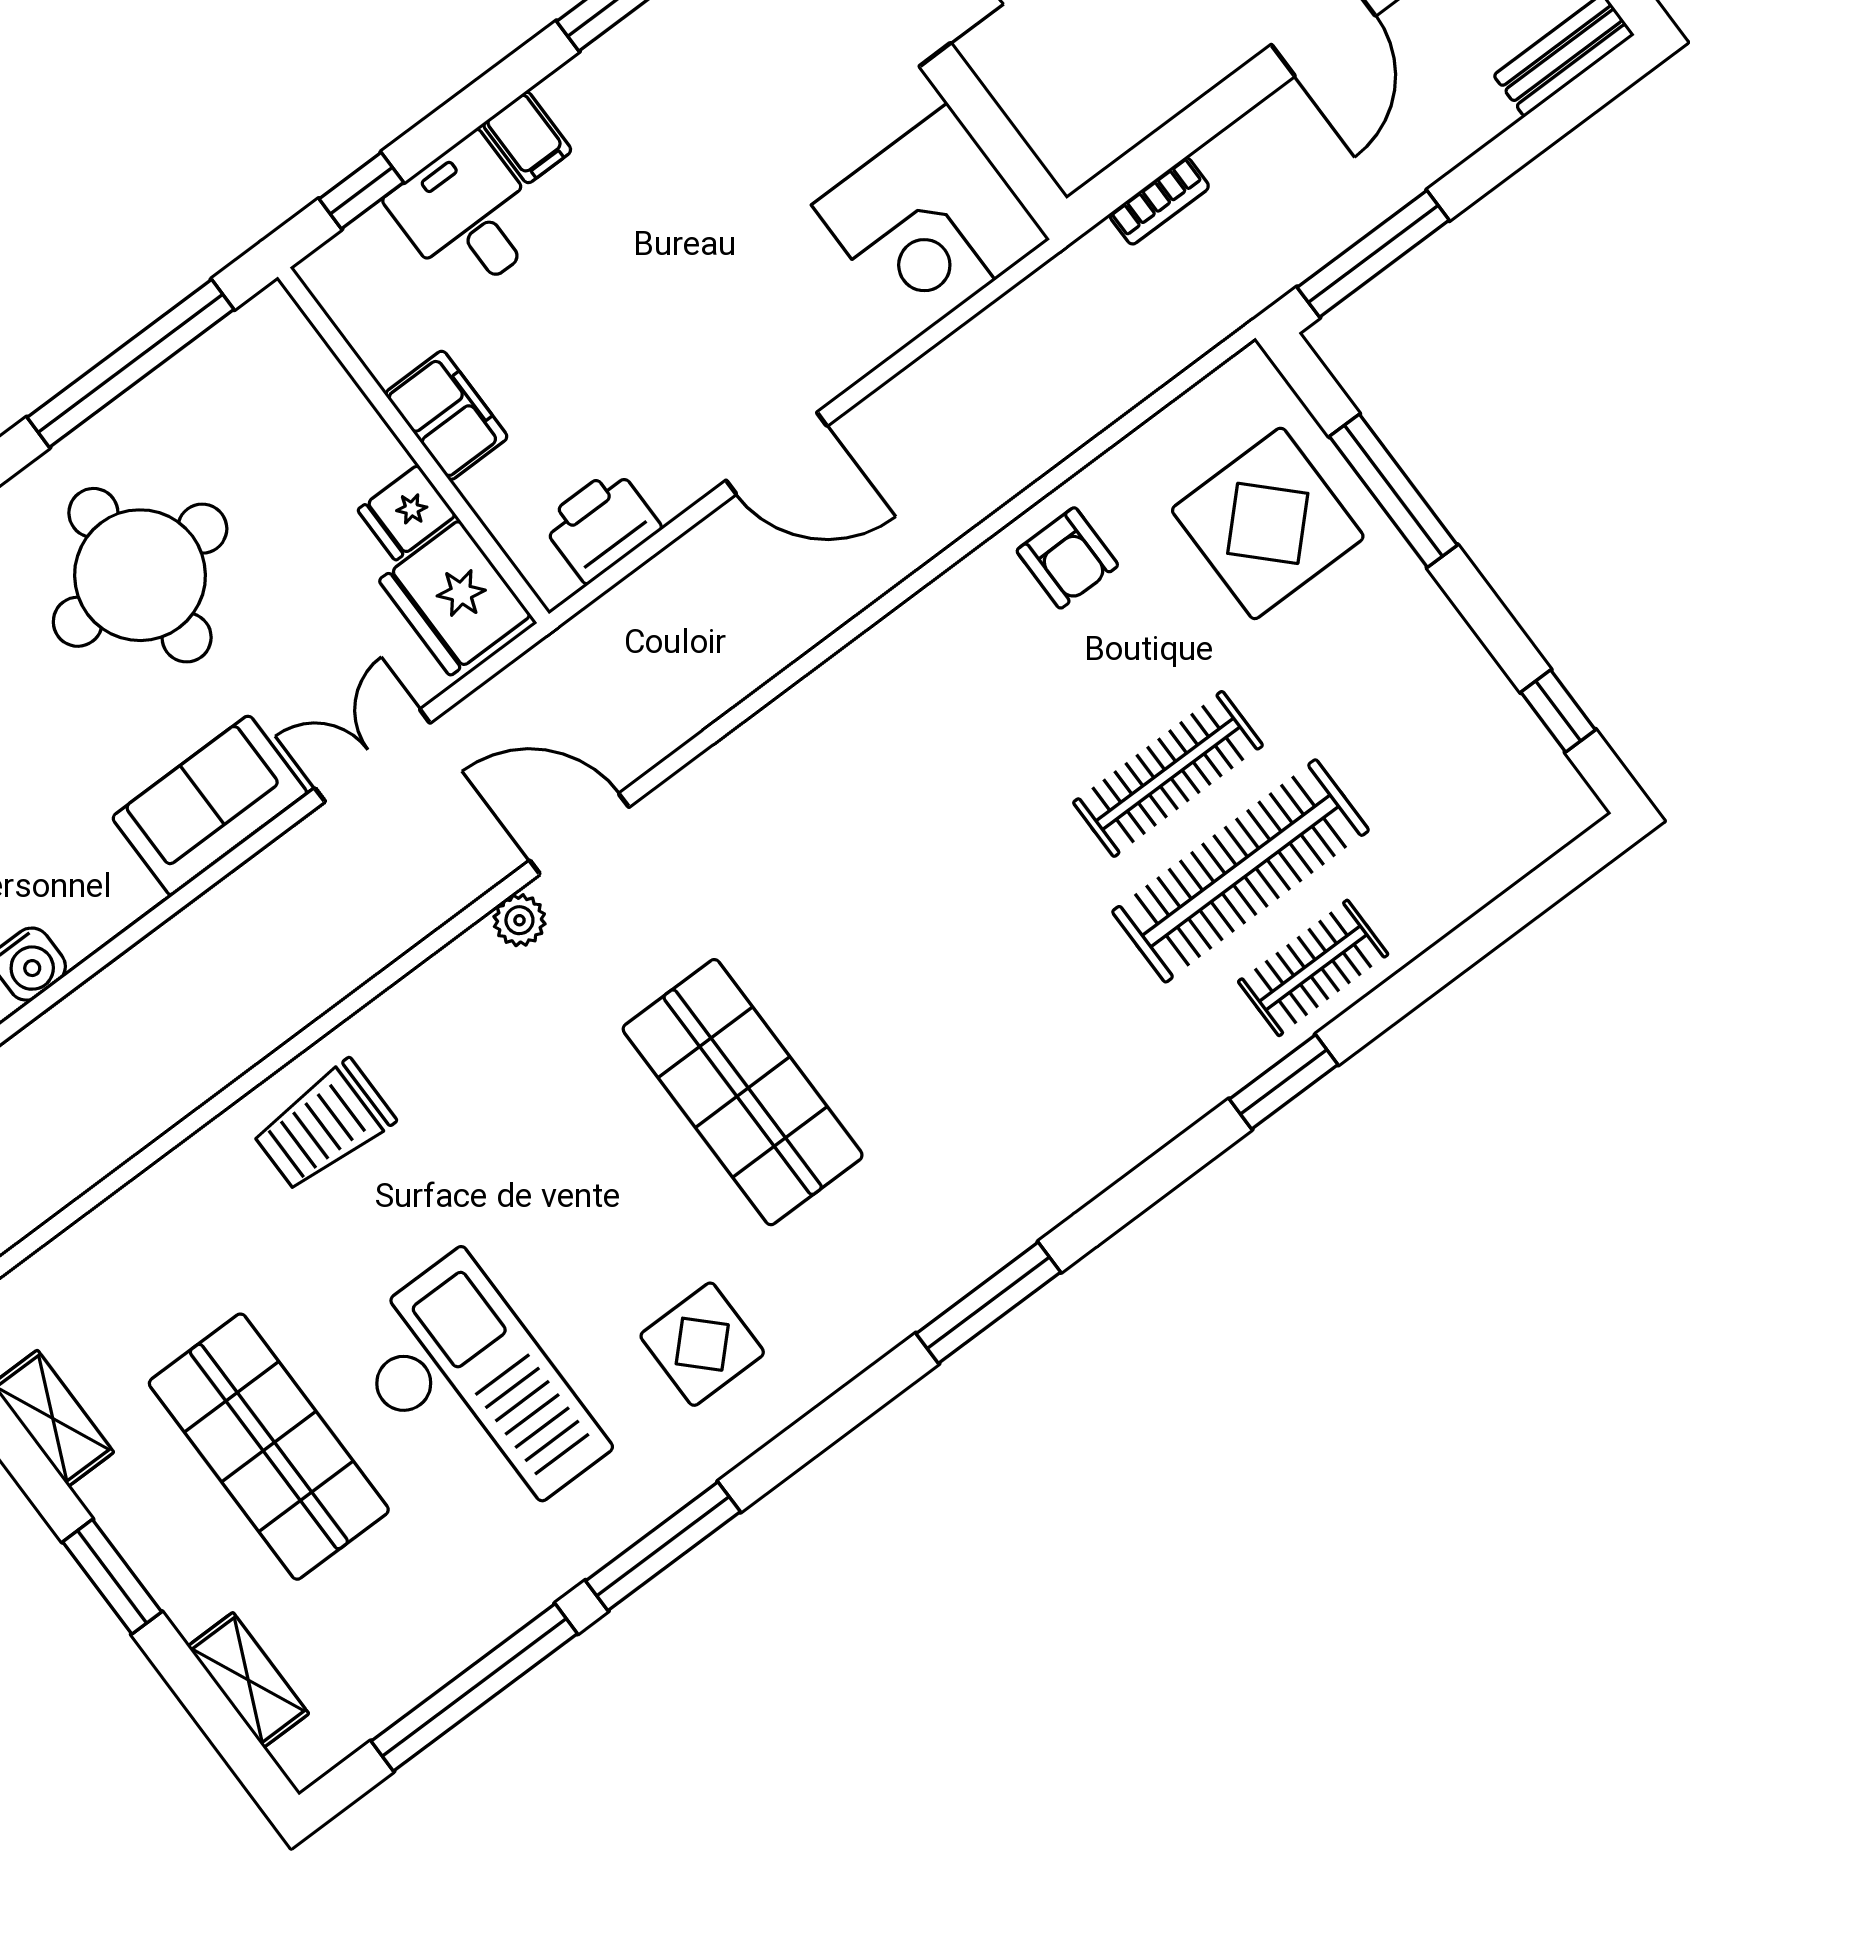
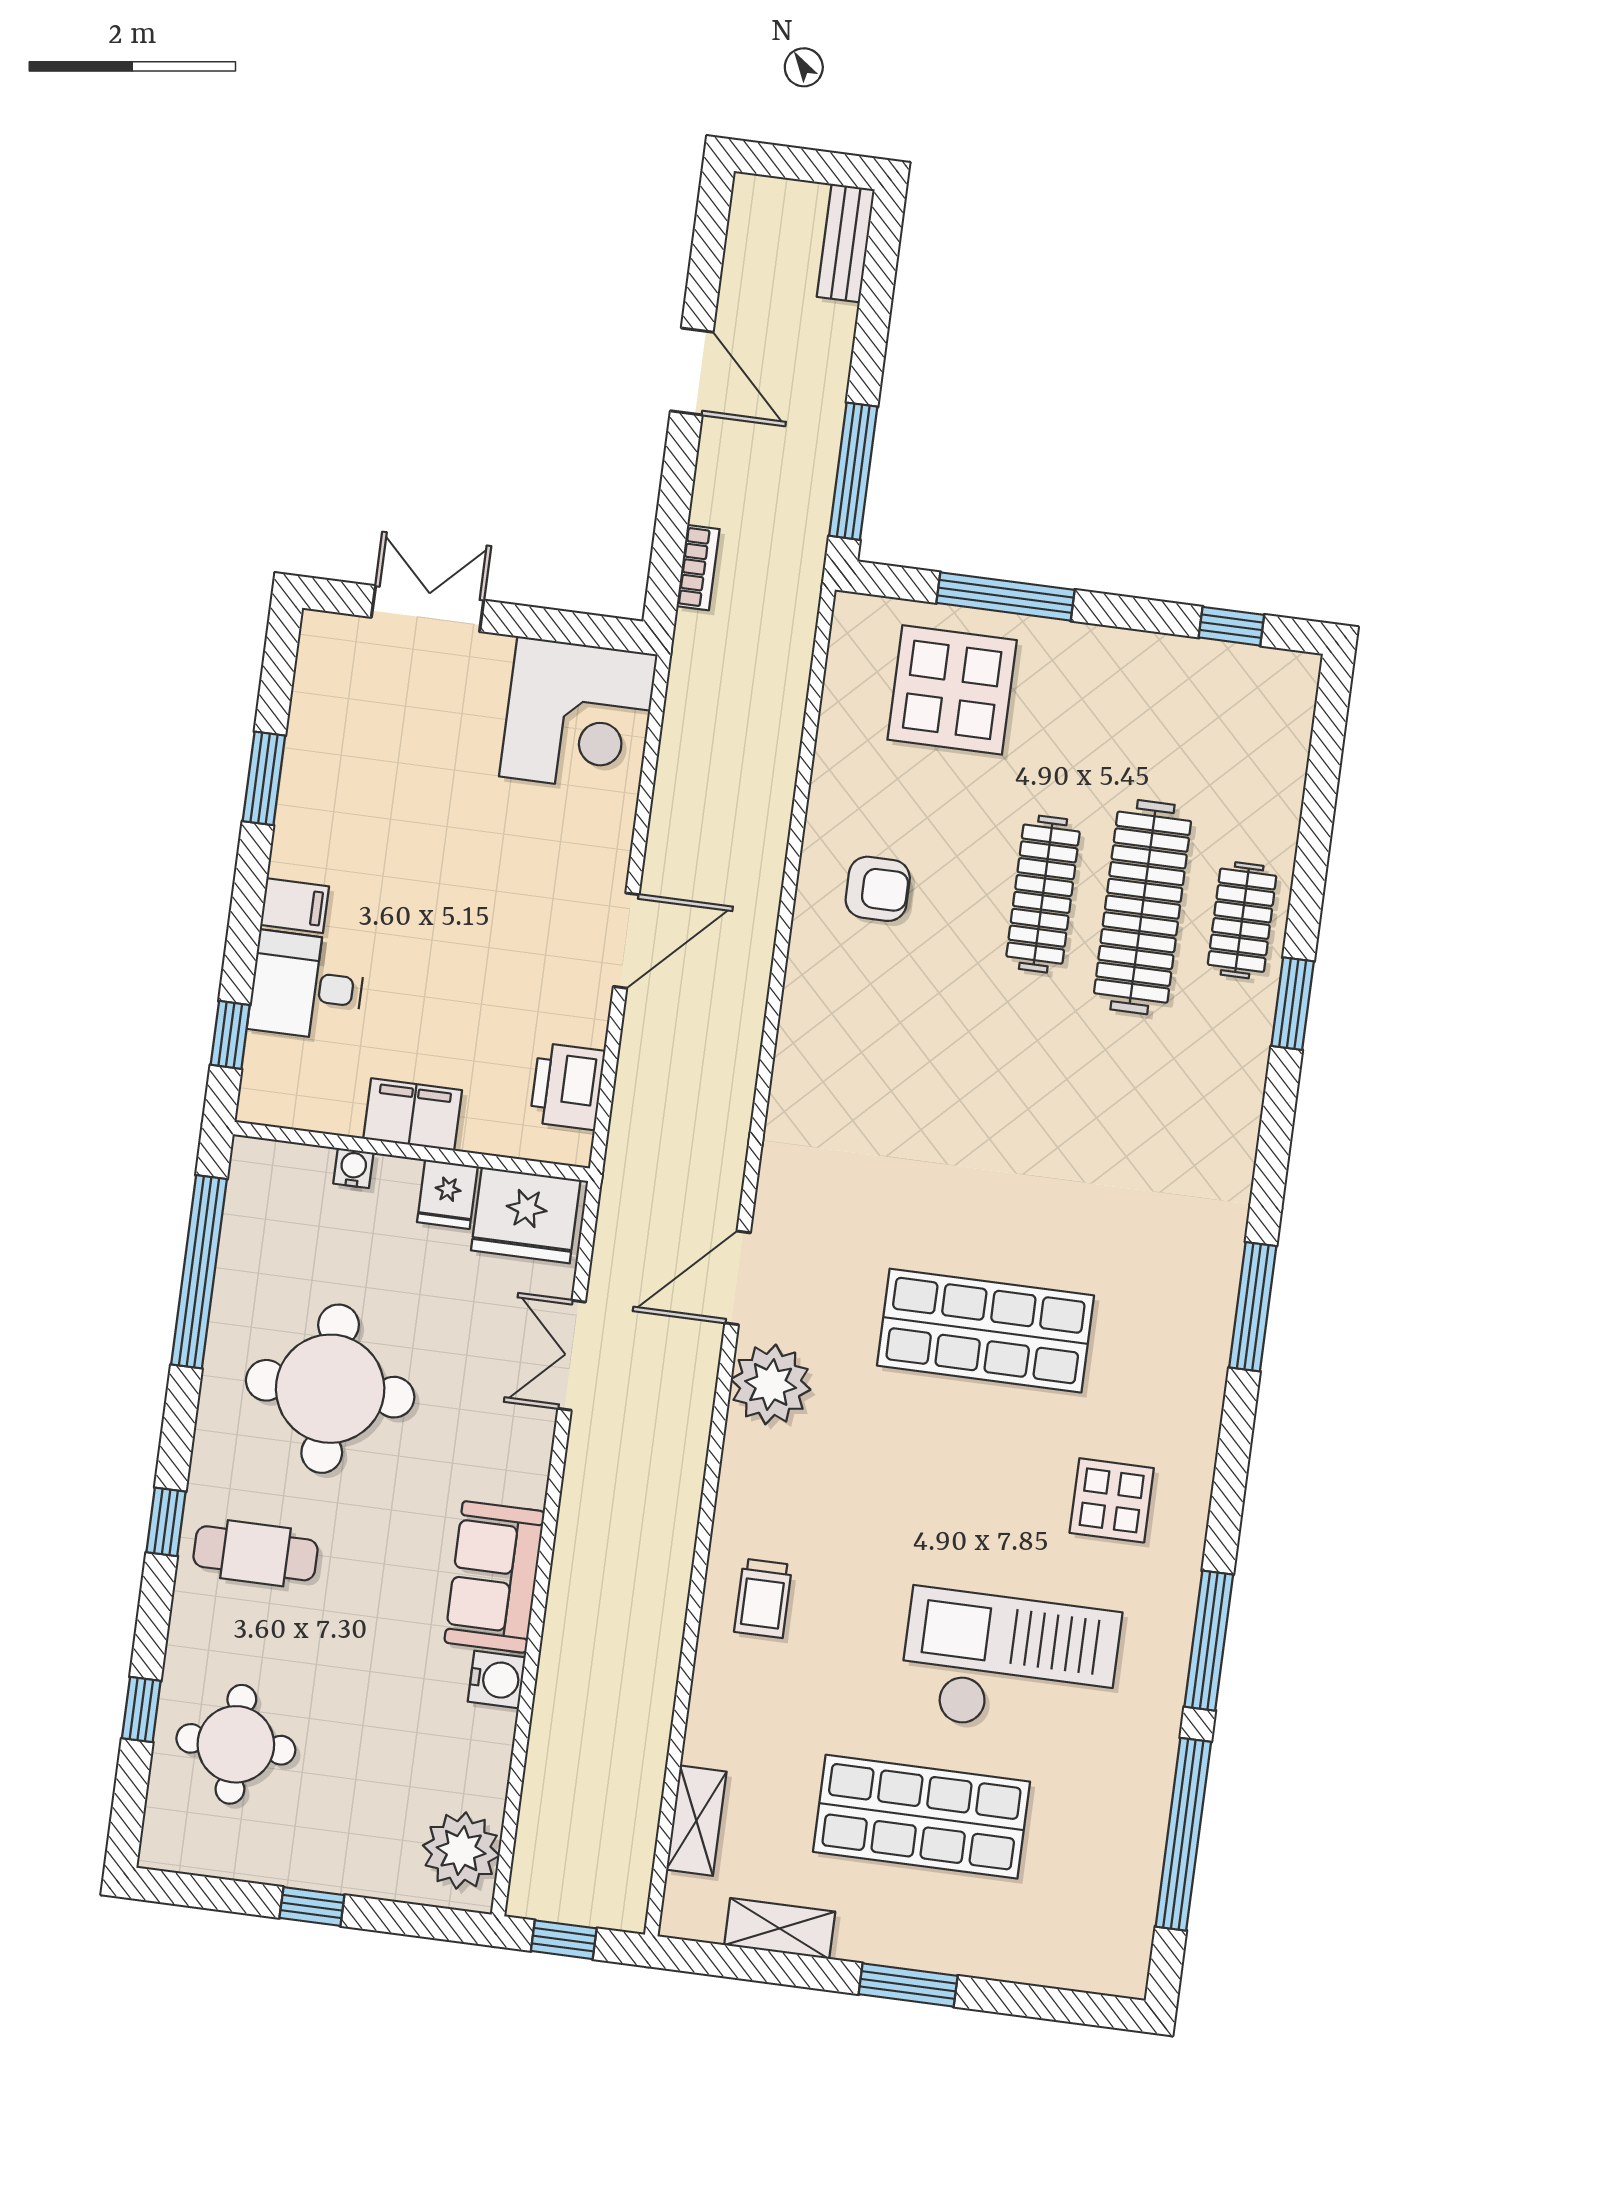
water cooler: (350, 409) -> (353, 1168), added
armchair: (1067, 558) -> (878, 889), moved
sofa: (210, 805) -> (494, 1577), moved
plant: (519, 920) -> (771, 1384), width x1.87, depth x1.87
trolley: (324, 1126) -> (763, 1598), width x0.73, depth x0.72
shelving: (248, 1680) -> (696, 1821), moved, turned 90

